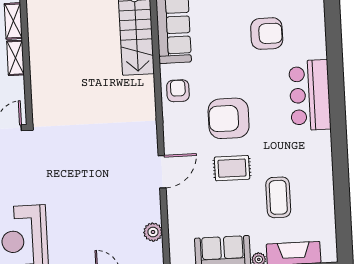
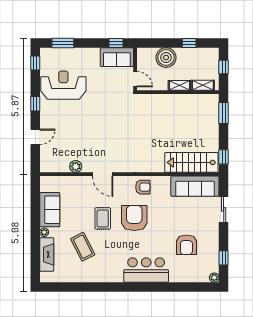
armchair: (178, 91) -> (143, 187), moved
coffee table: (278, 197) -> (83, 247), turned 63
plant: (153, 232) -> (76, 166), moved

